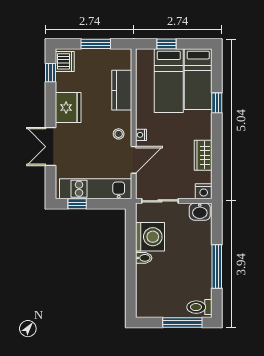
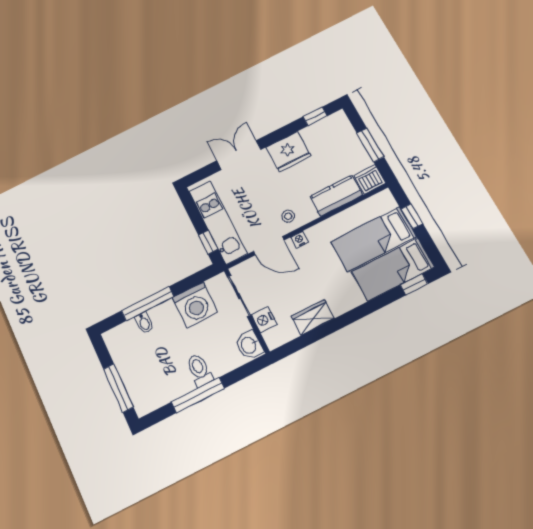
dishwasher: (65, 61) -> (370, 179), moved, turned 180
window: (217, 103) -> (414, 284), moved
nightstand: (204, 191) -> (264, 320), moved
window: (77, 204) -> (208, 242), moved
bidet: (144, 258) -> (144, 323), moved
window: (131, 272) -> (148, 304), added
toilet: (199, 307) -> (199, 370), moved

